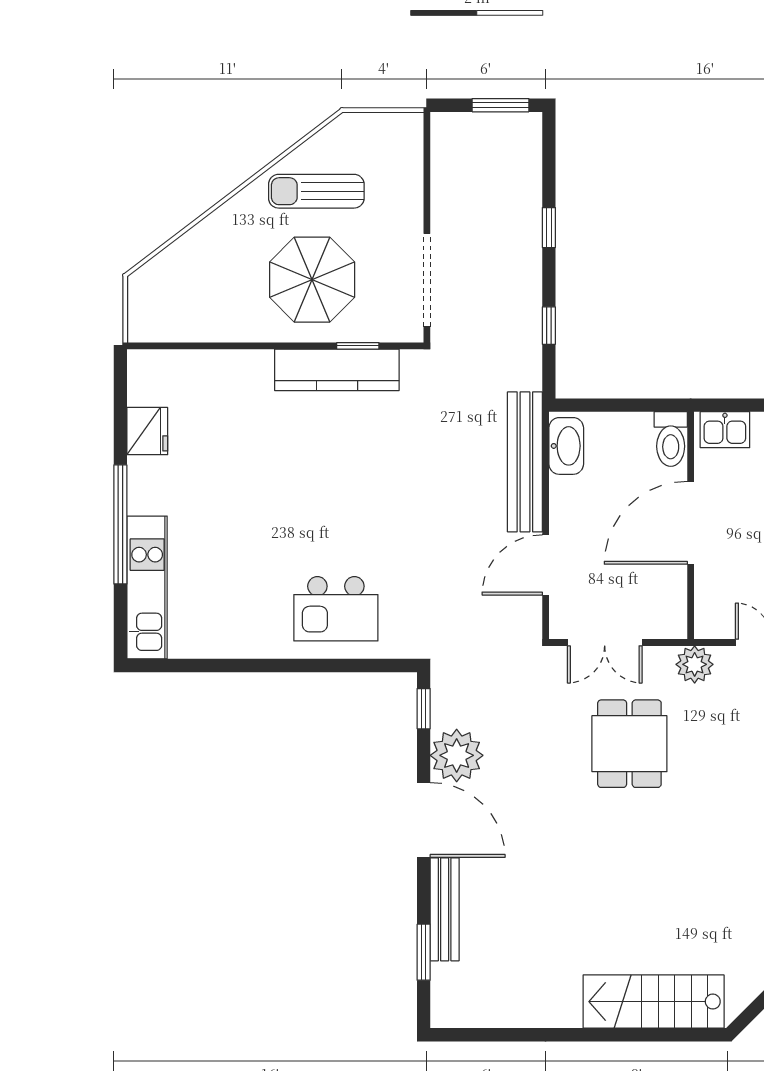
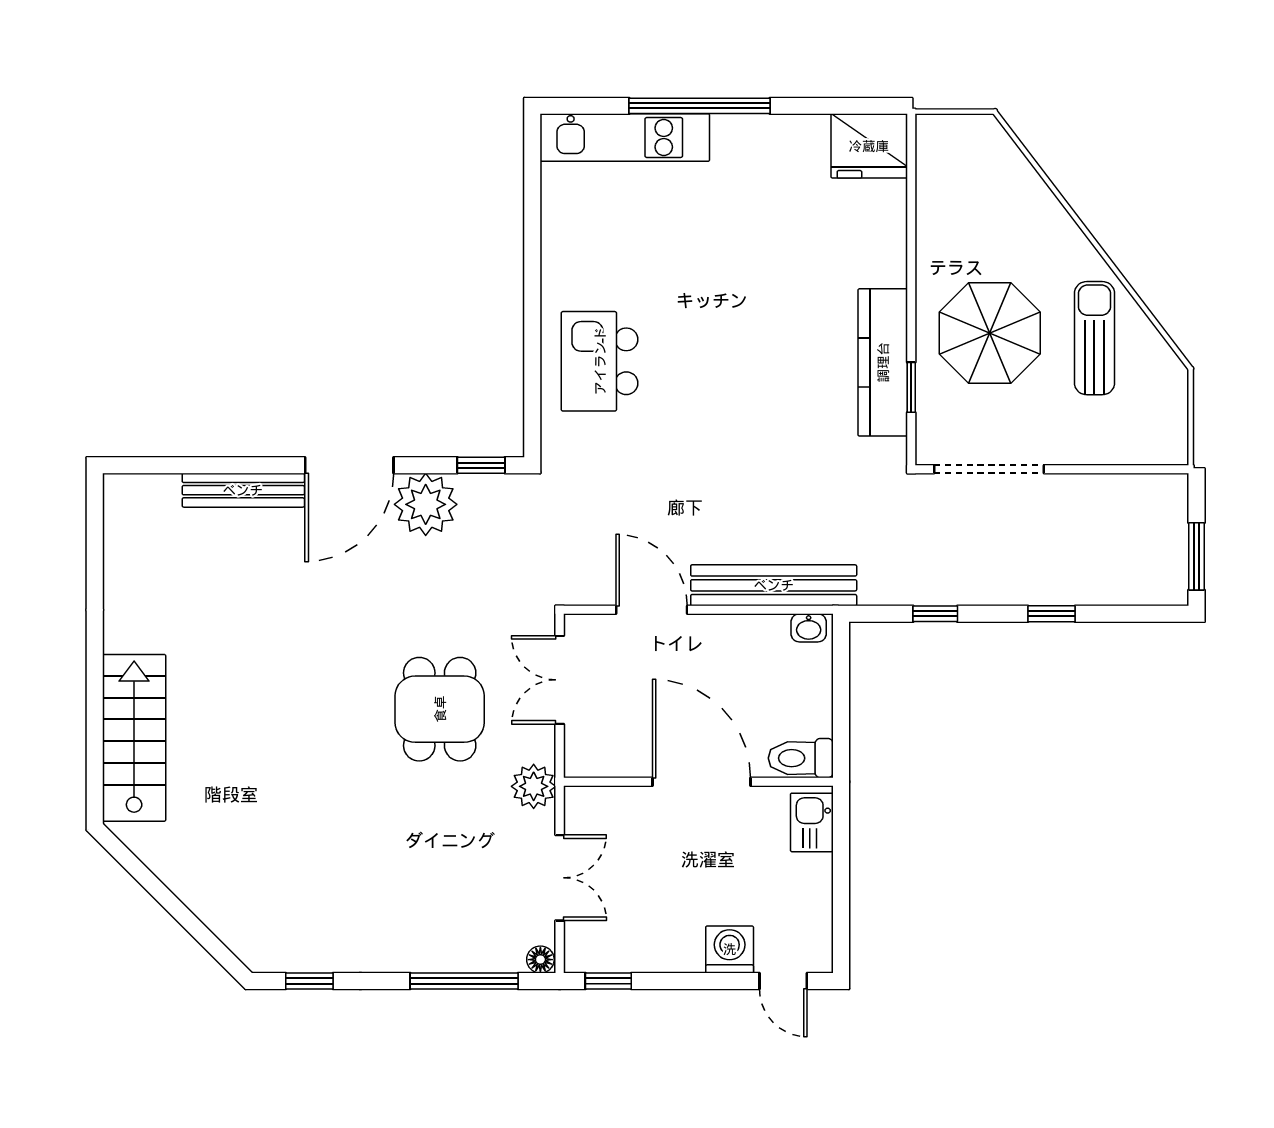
fridge: (147, 431) -> (869, 146), moved, width x1.36, depth x1.34
washbasin: (566, 446) -> (809, 628), width x0.52, depth x0.69
dining table: (629, 744) -> (440, 709), turned 90
window: (424, 952) -> (193, 465), removed

